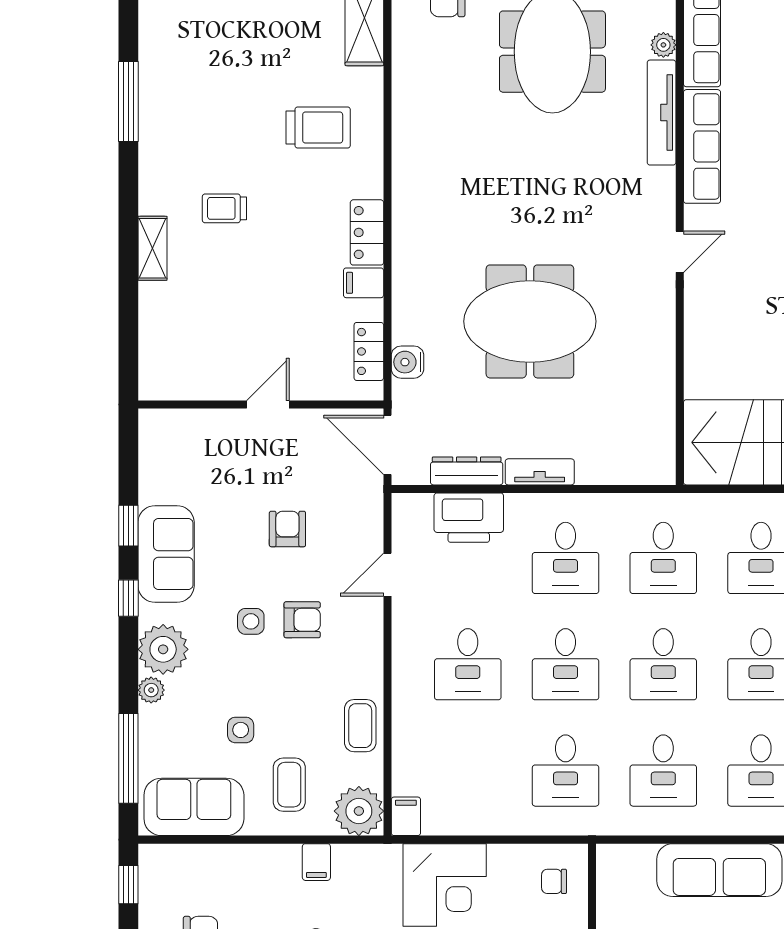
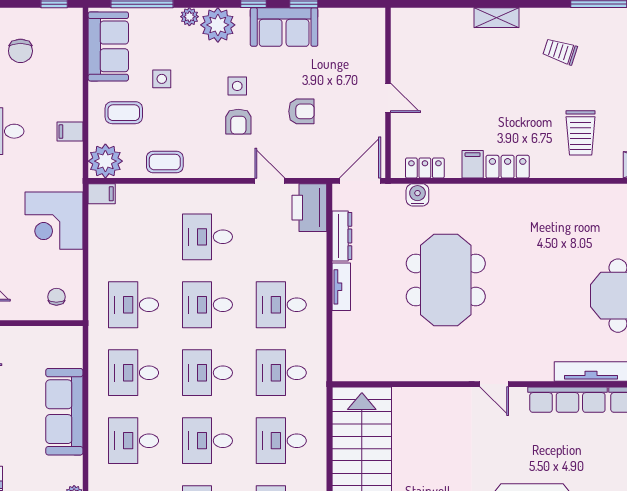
trolley: (224, 208) -> (560, 51), moved, turned -72
printer: (469, 518) -> (309, 208), moved

